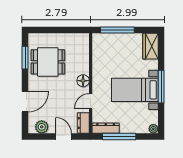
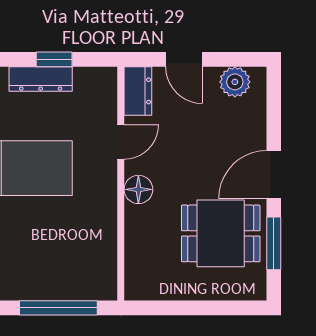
door: (25, 102) -> (274, 175), moved
dresser: (106, 128) -> (41, 79), moved
window: (119, 137) -> (54, 59), width x0.46

